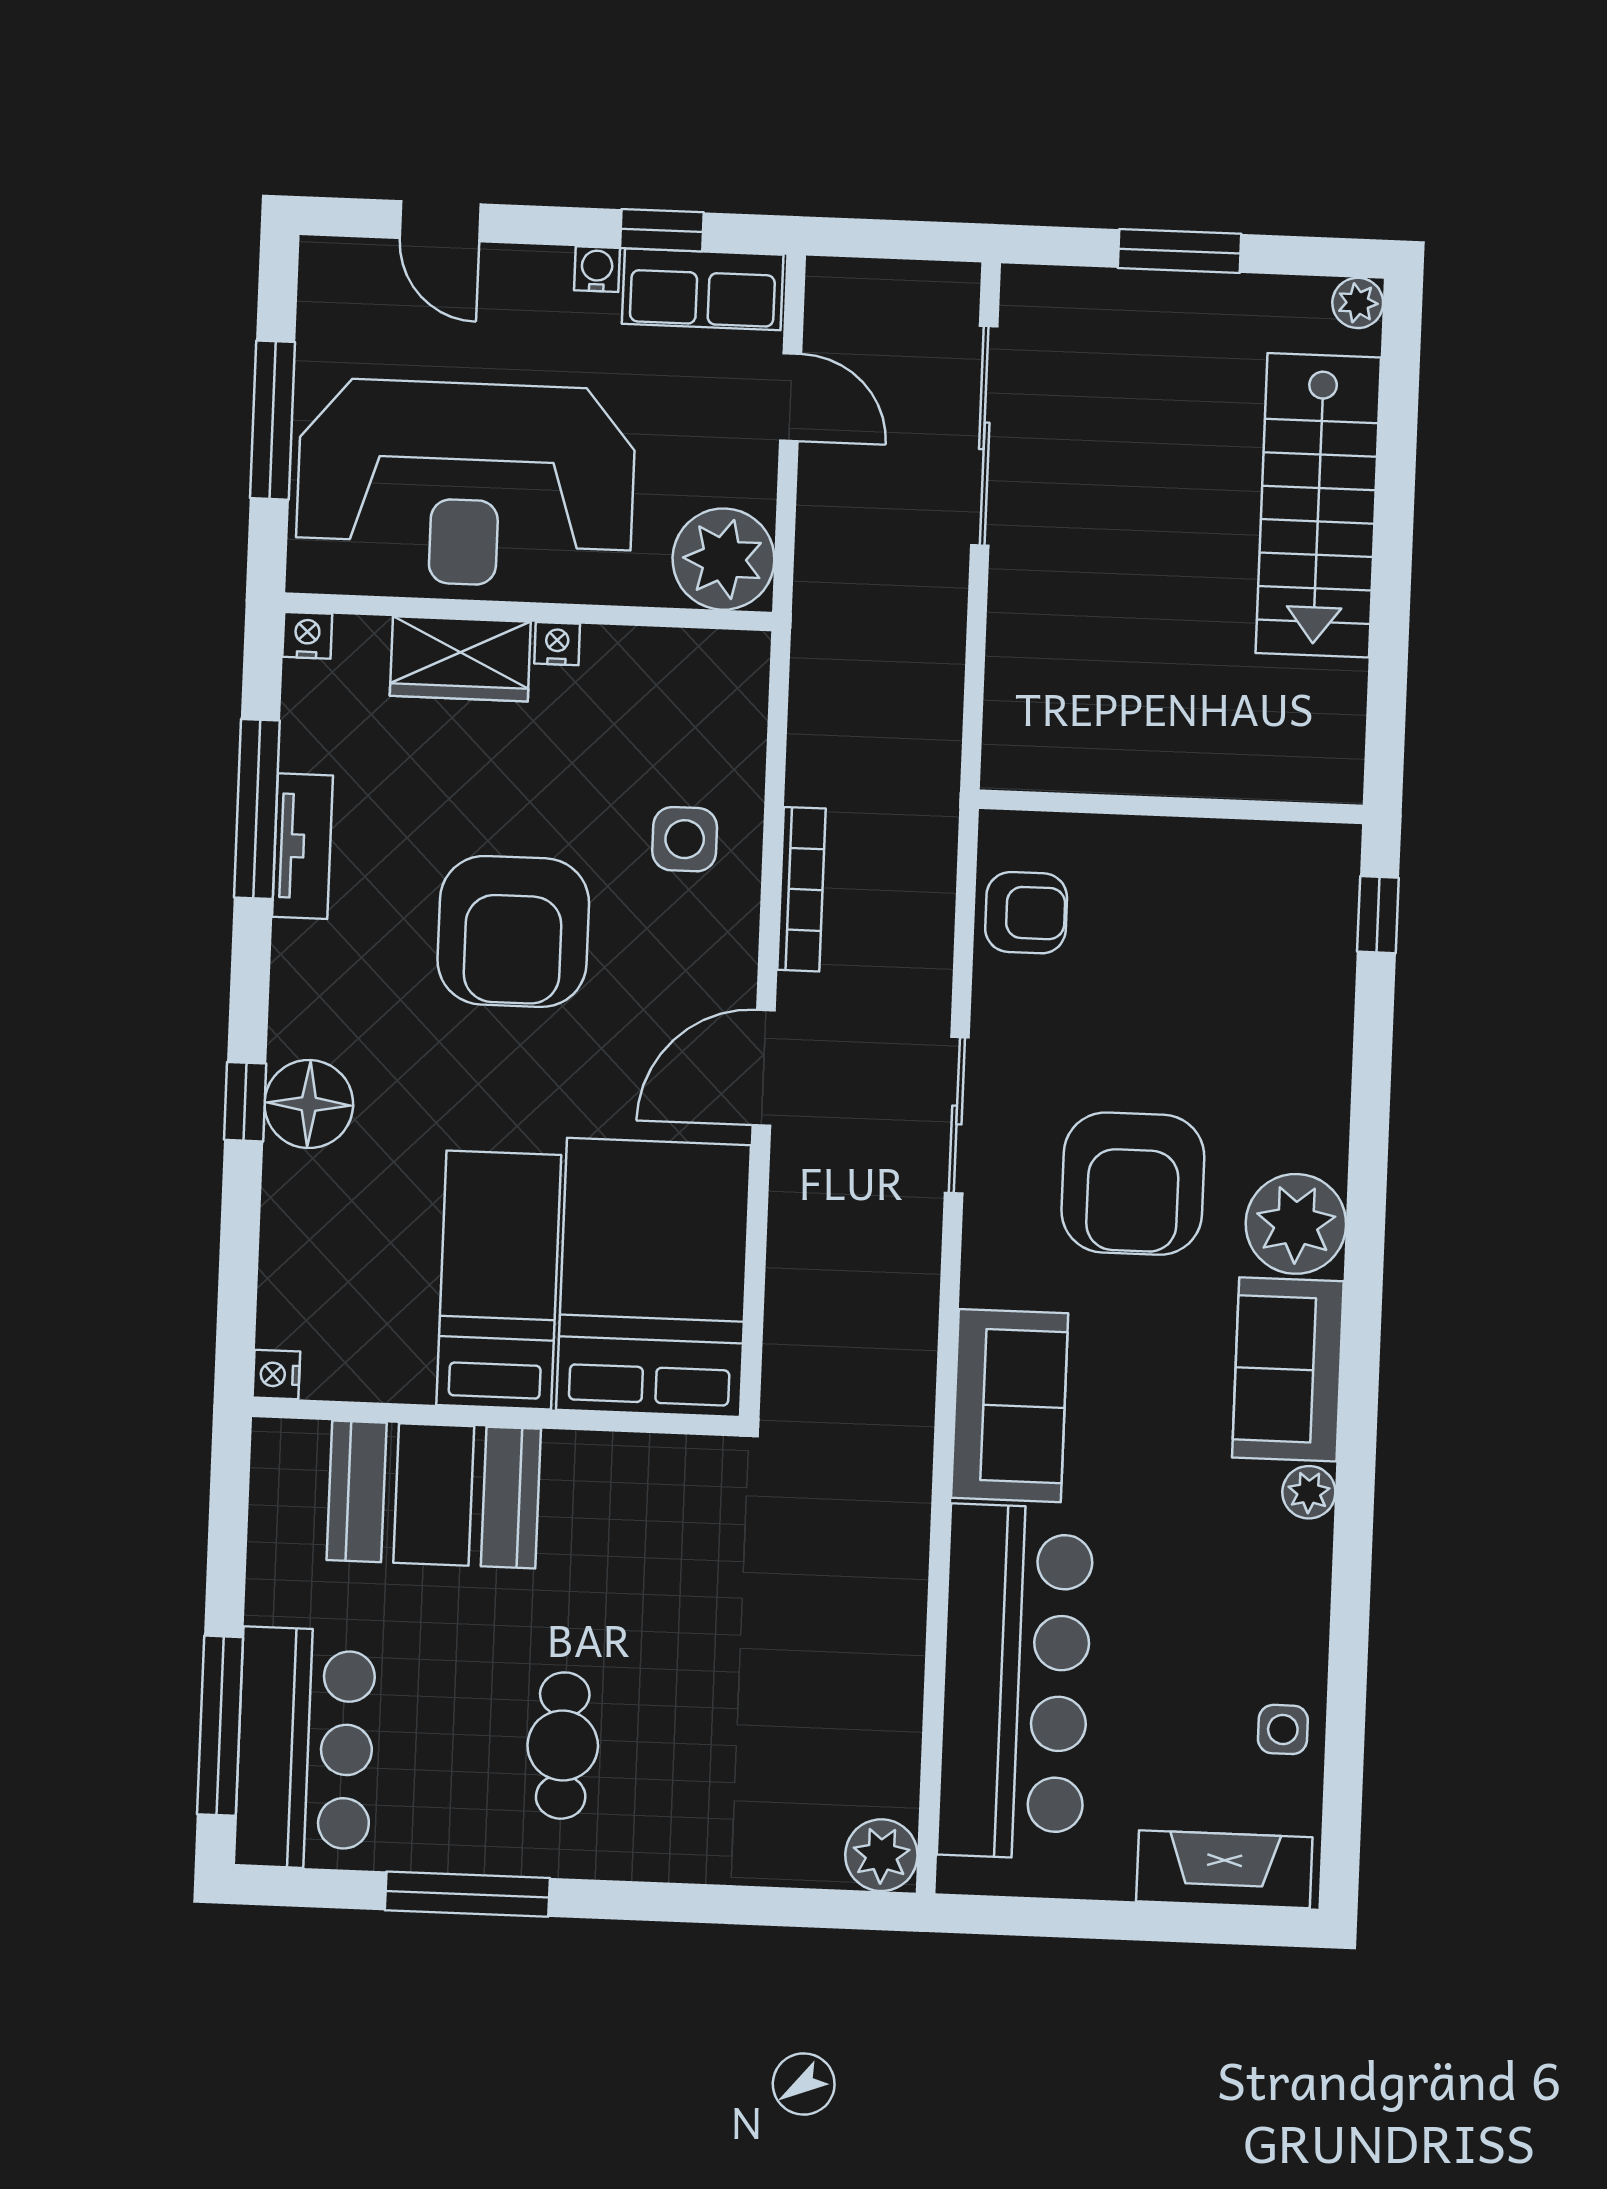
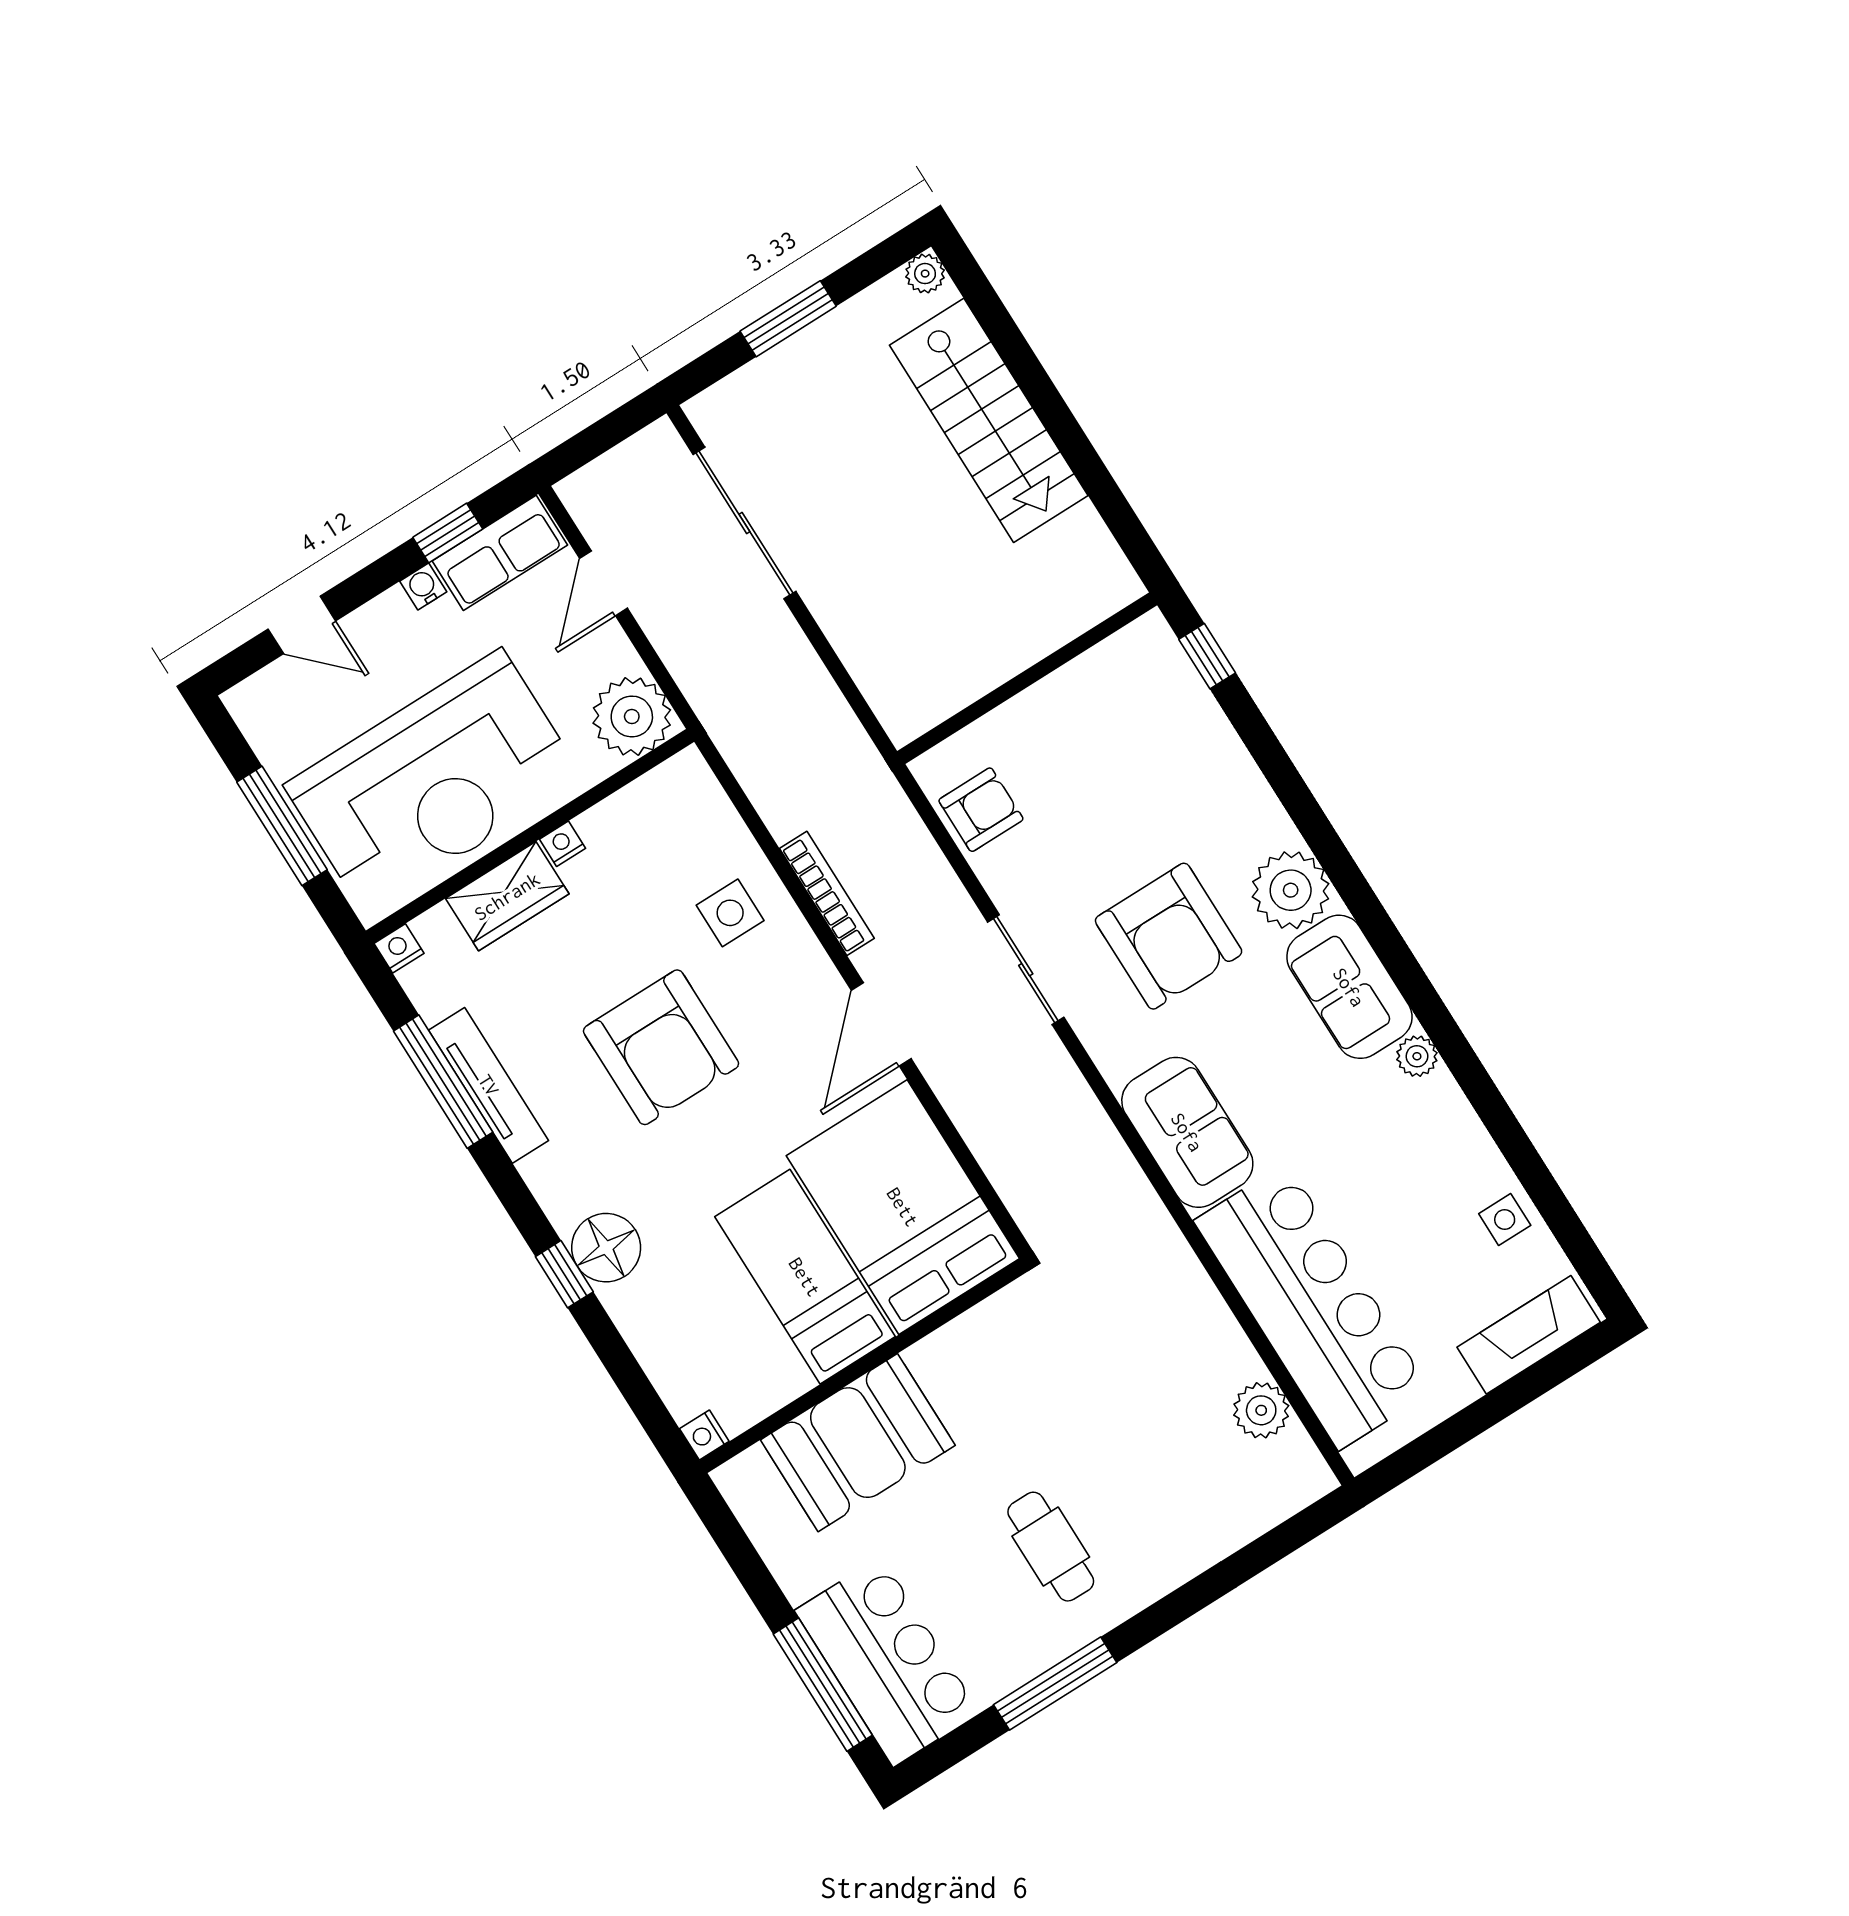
door: (791, 397) -> (603, 583), swing flipped
tv unit: (302, 846) -> (489, 1085), width x1.41
plant: (881, 1855) -> (1261, 1410), moved

